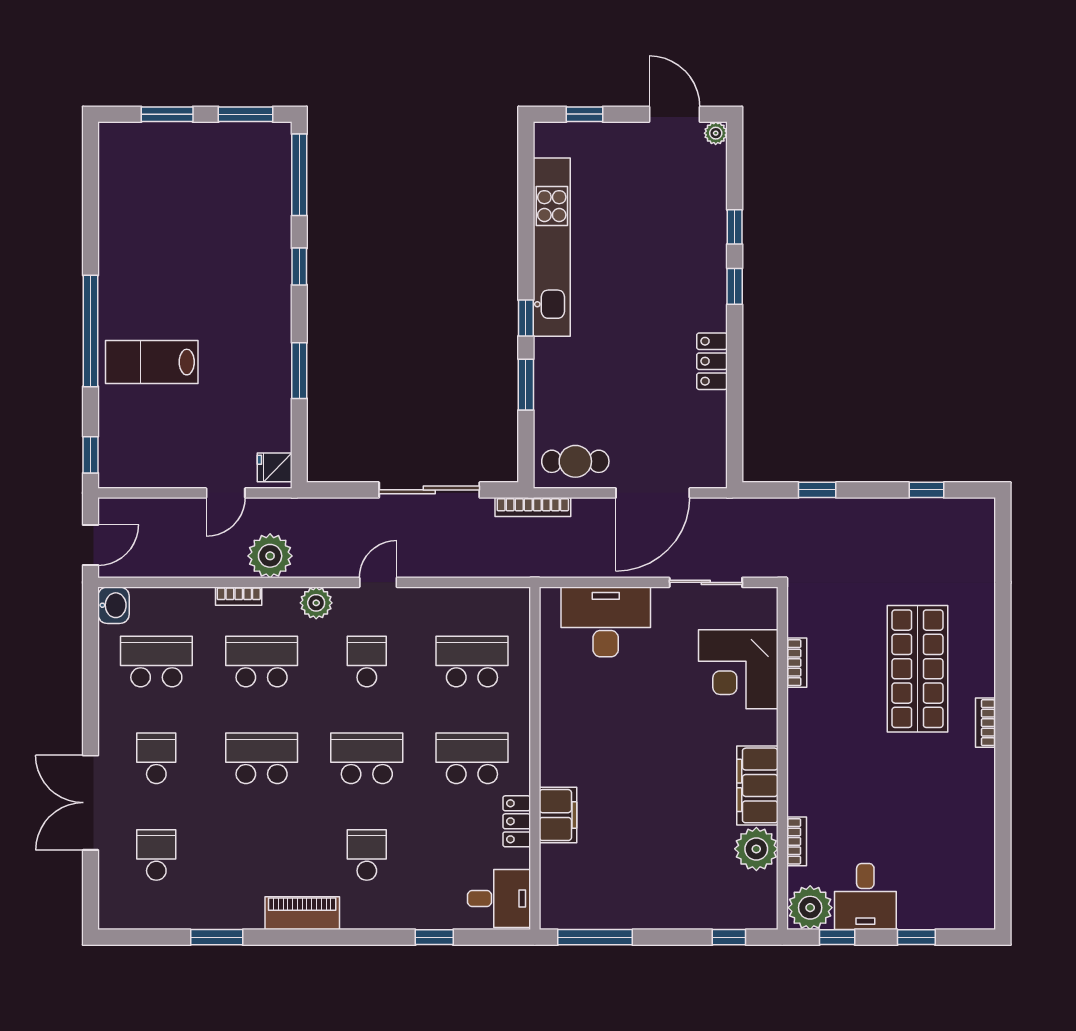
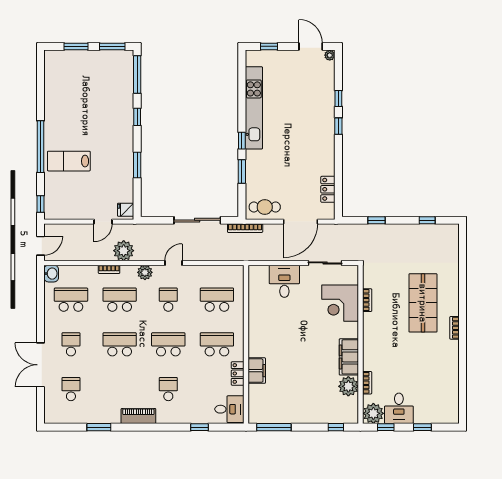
locker: (712, 361) -> (328, 189), moved
desk: (606, 622) -> (284, 281), width x0.73

